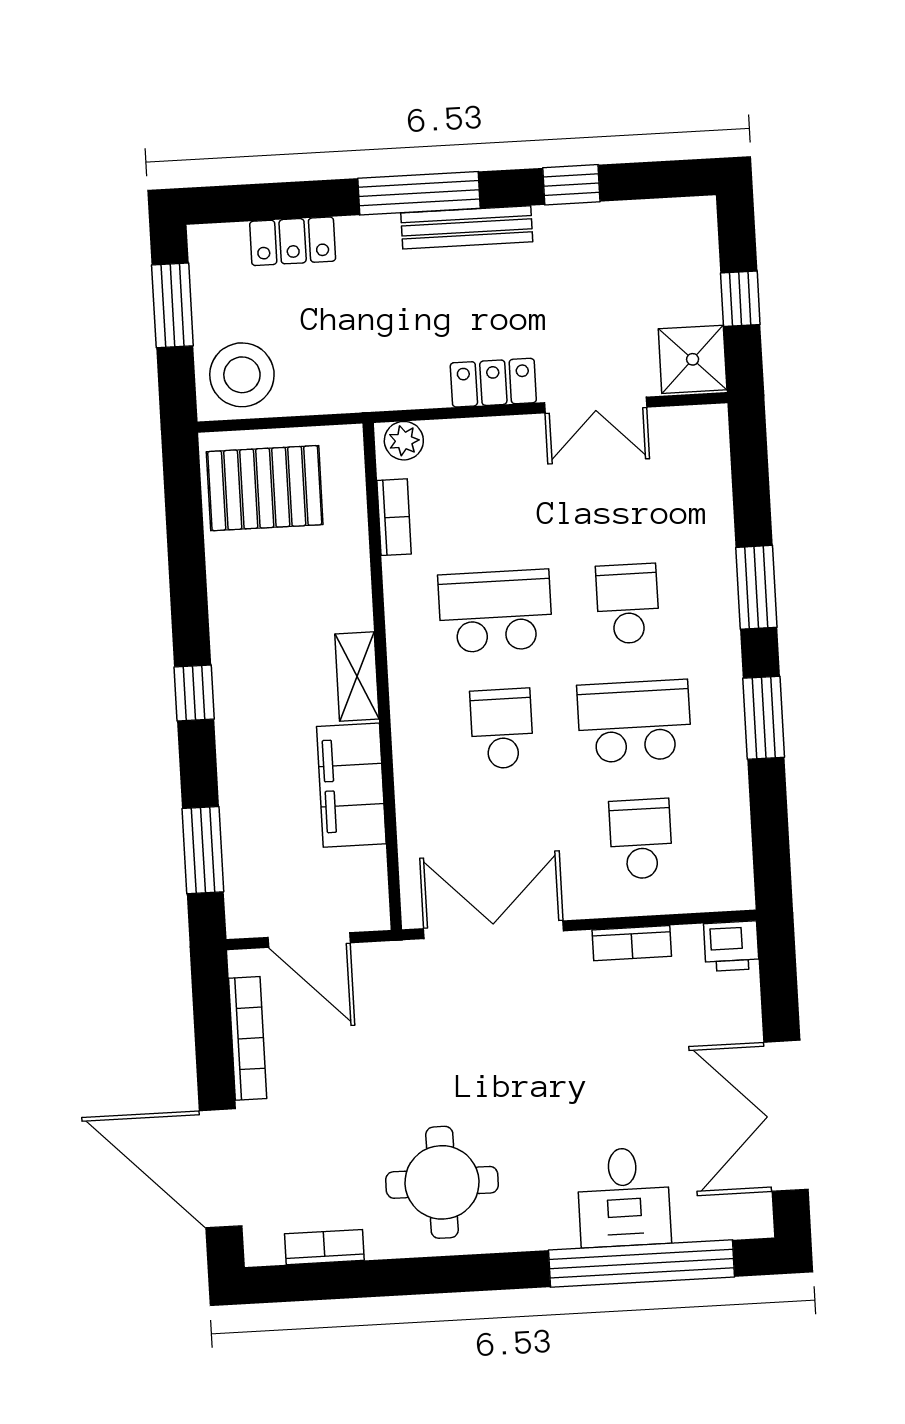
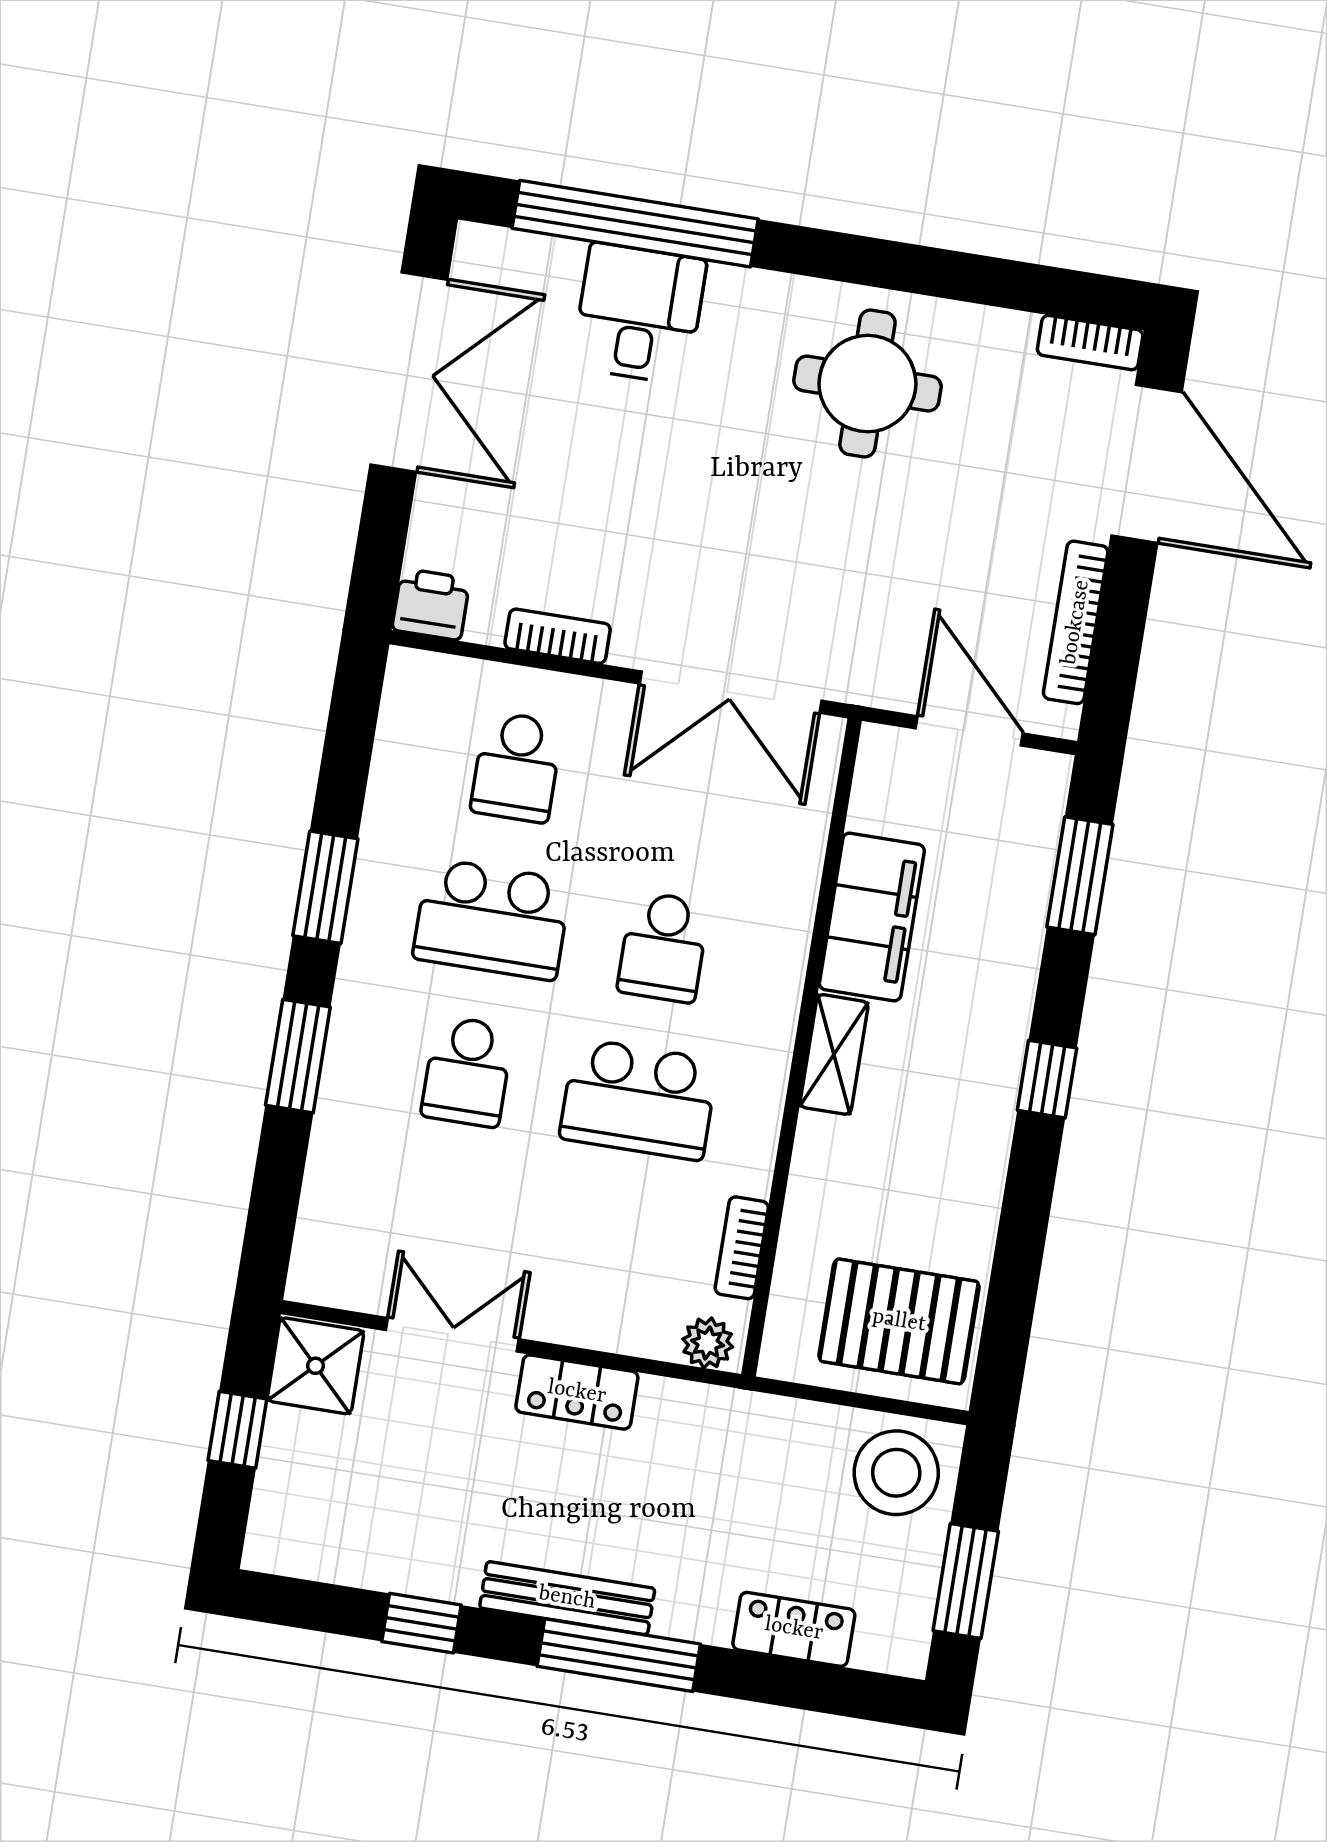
bookcase: (324, 1247) -> (1090, 343), moved

